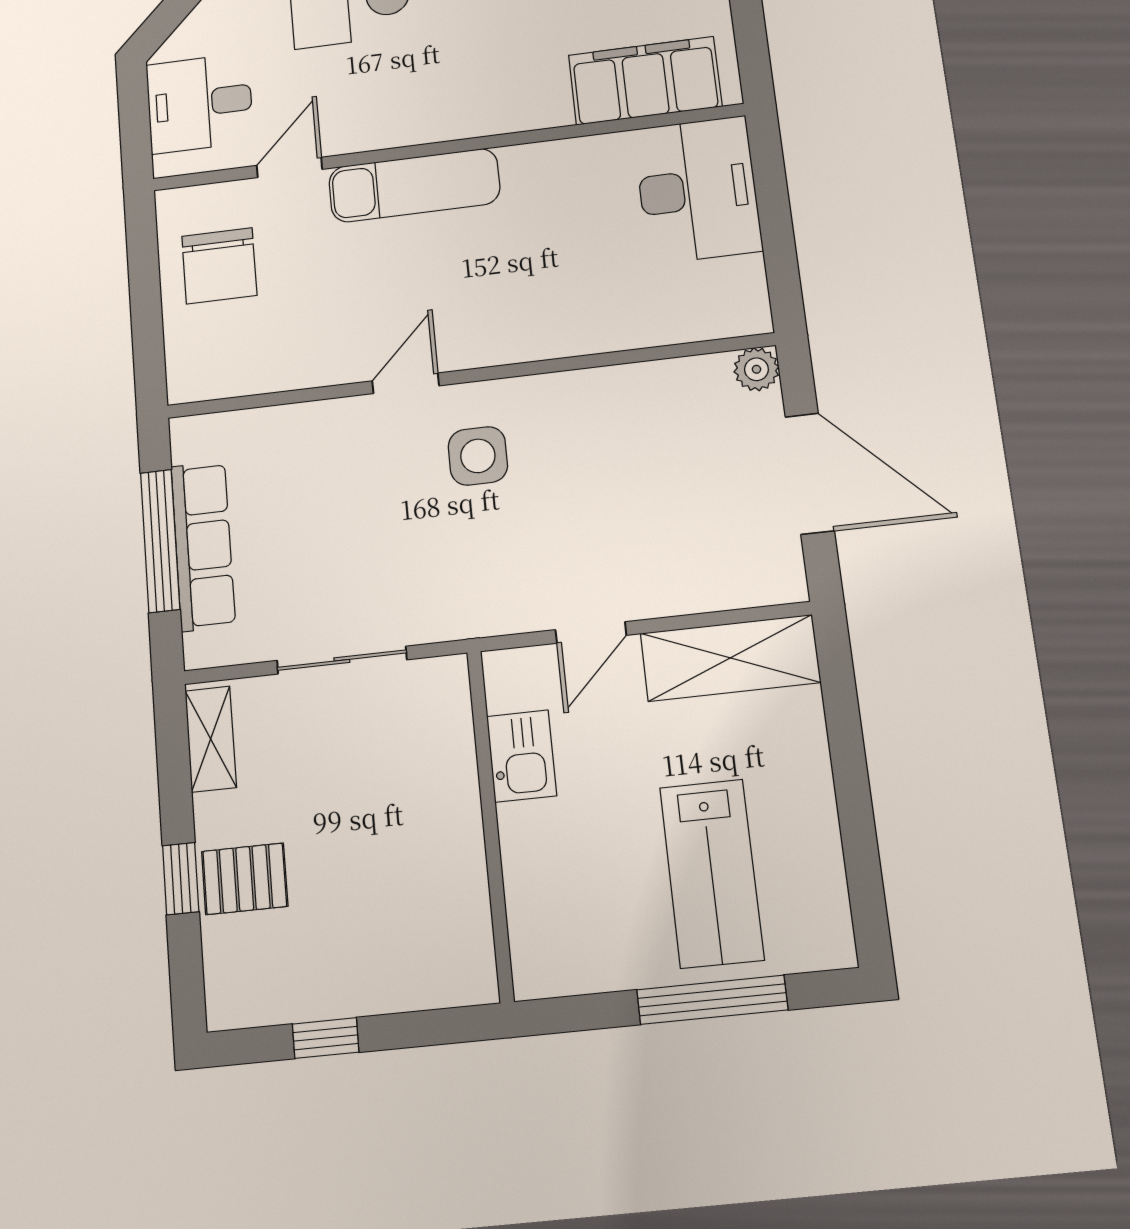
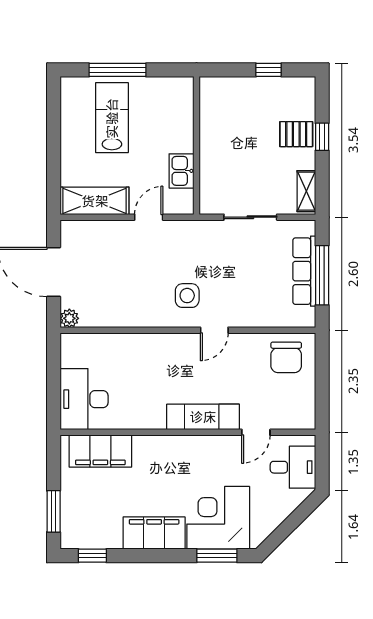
chair: (219, 266) -> (286, 357), moved, turned 180

